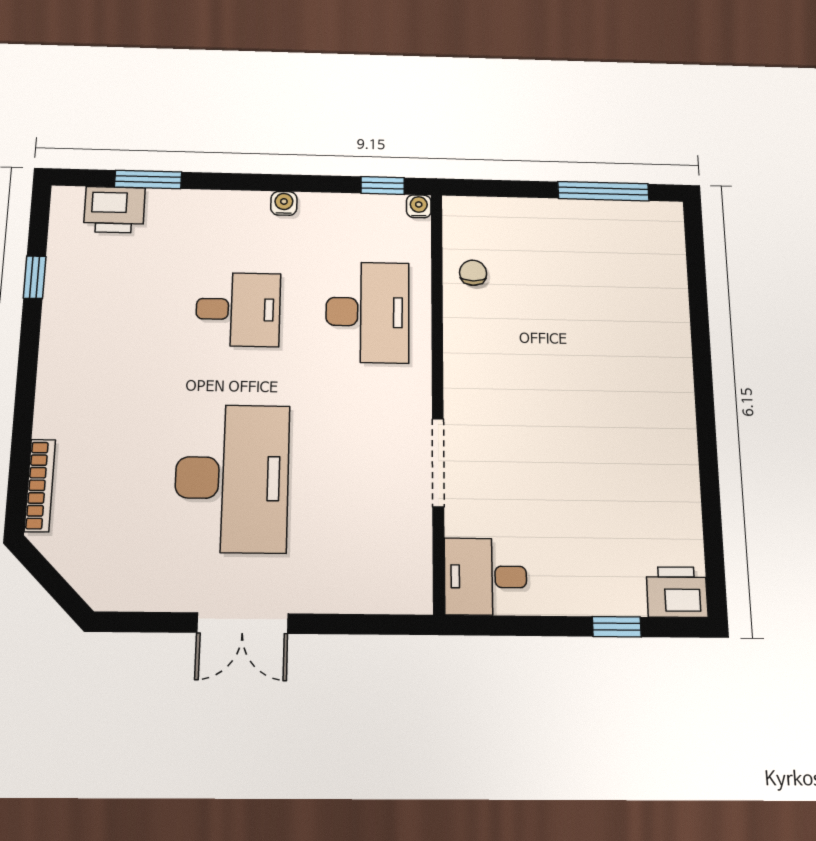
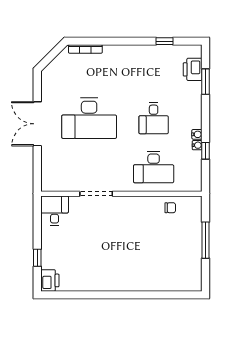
window: (383, 185) -> (205, 151), moved
window: (603, 191) -> (205, 240), moved
water cooler: (419, 206) -> (197, 145), moved
double door: (243, 623) -> (37, 124), width x1.37

